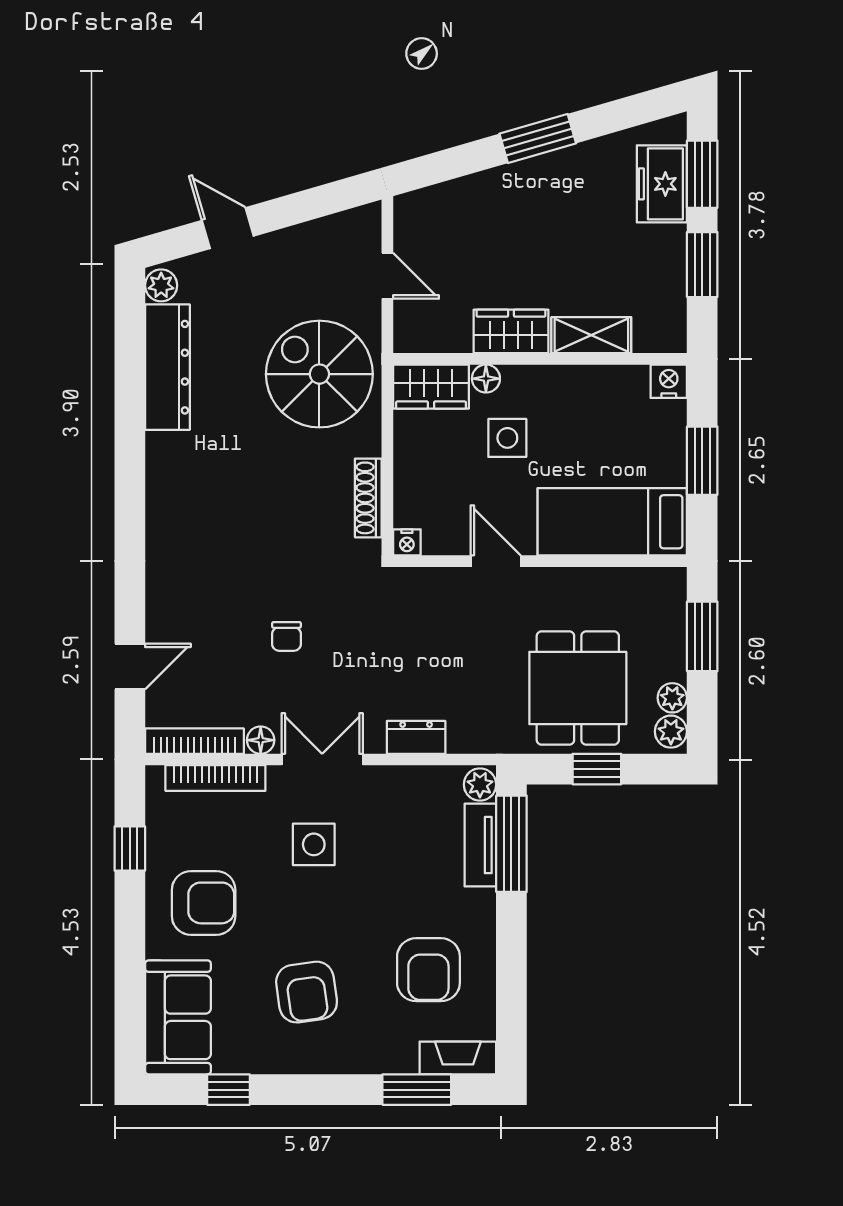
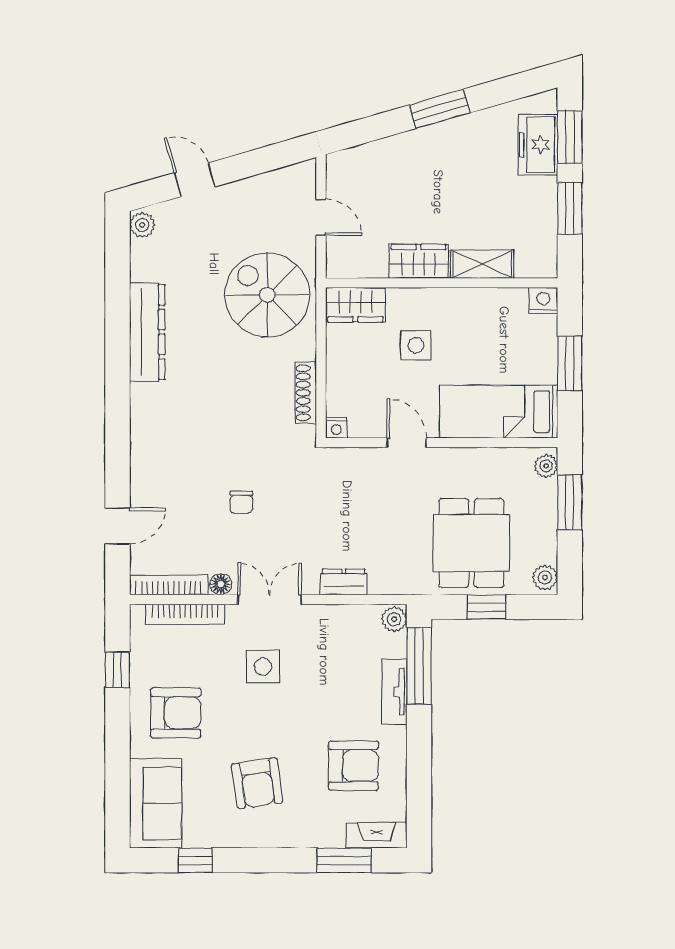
dresser: (167, 367) -> (147, 332), moved
floor lamp: (486, 379) -> (399, 298), removed
plant: (672, 698) -> (546, 466), moved
tv unit: (480, 845) -> (394, 692), moved
armchair: (428, 970) -> (353, 766), turned -90

